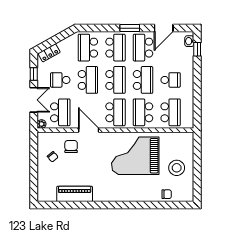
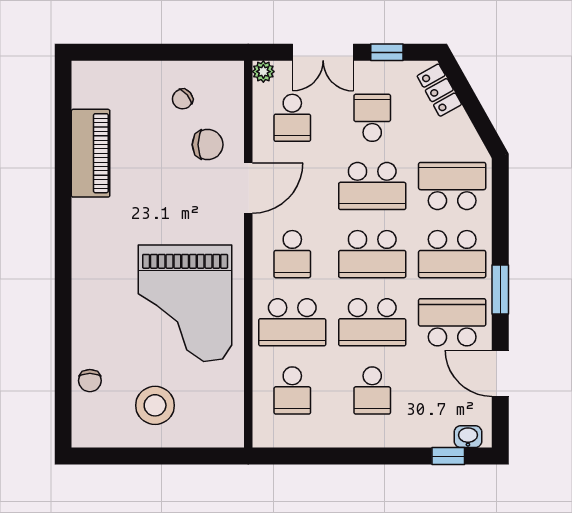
school desk: (60, 112) -> (292, 118), width x0.54
school desk: (115, 112) -> (292, 254), width x0.54
school desk: (143, 112) -> (292, 322), turned 180
school desk: (171, 112) -> (292, 390), width x0.54
grand piano: (135, 156) -> (185, 303), turned 180

